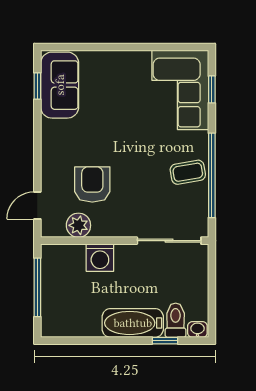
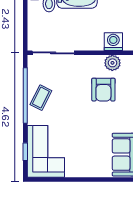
coffee table: (188, 172) -> (41, 98), turned -53
washing machine: (100, 258) -> (113, 42), moved

